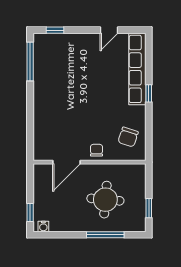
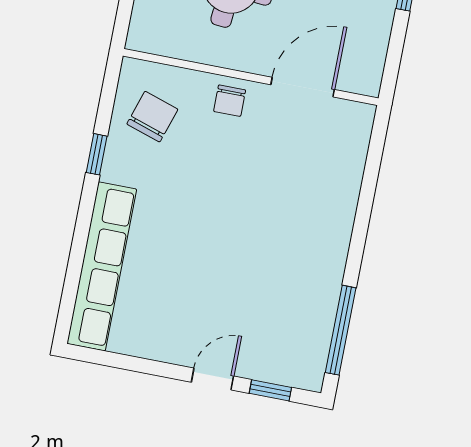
door: (109, 30) -> (212, 379), moved
window: (149, 93) -> (97, 154), moved

